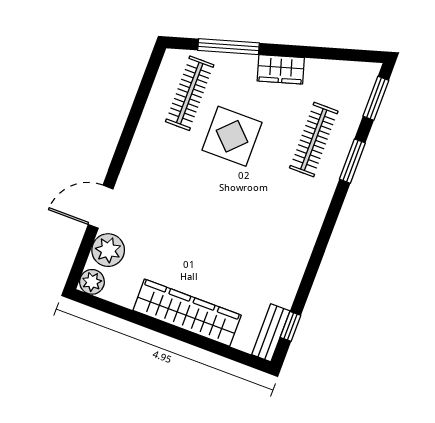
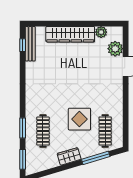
plant: (92, 282) -> (101, 32), moved
bench: (271, 333) -> (30, 44), width x1.36

